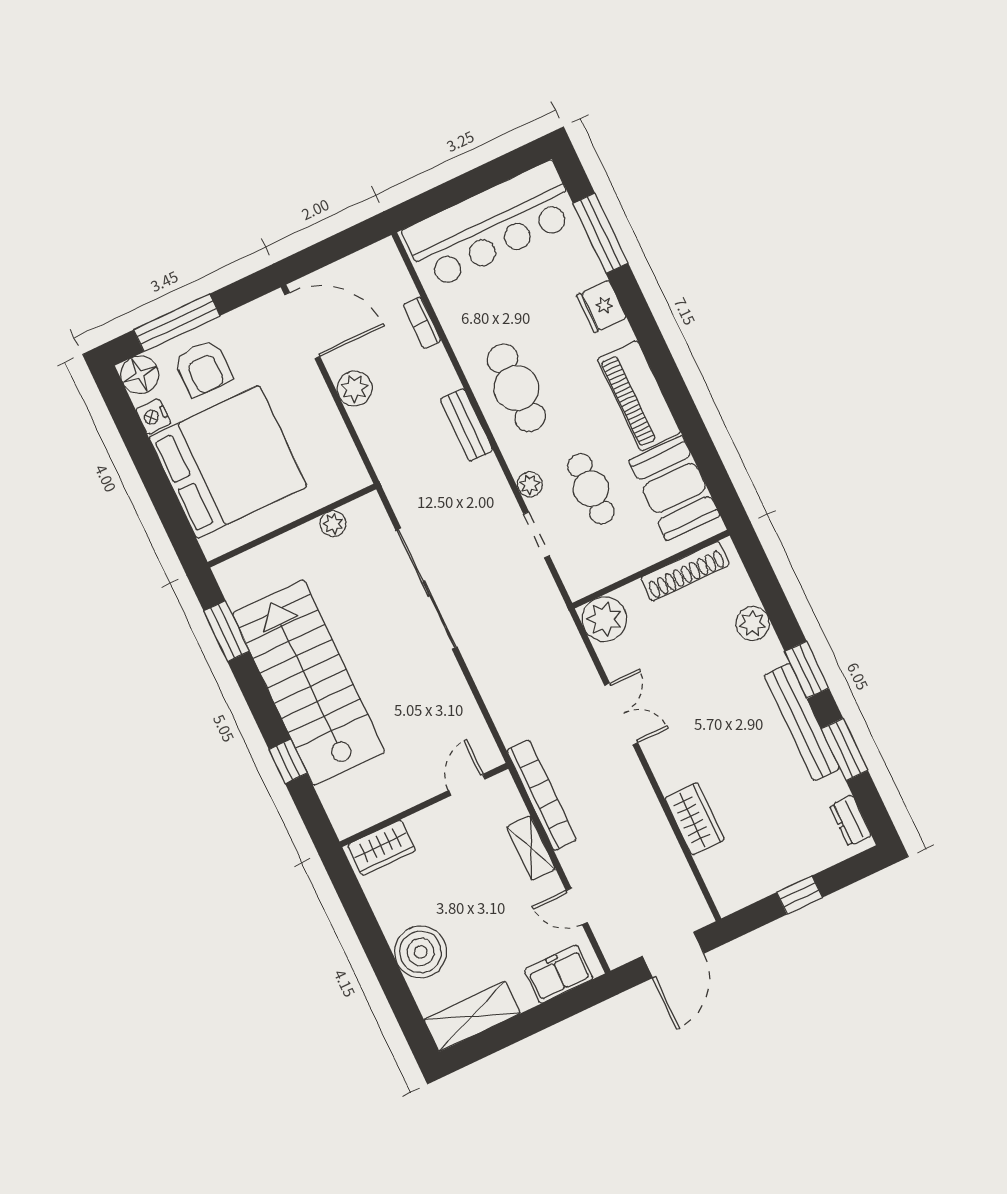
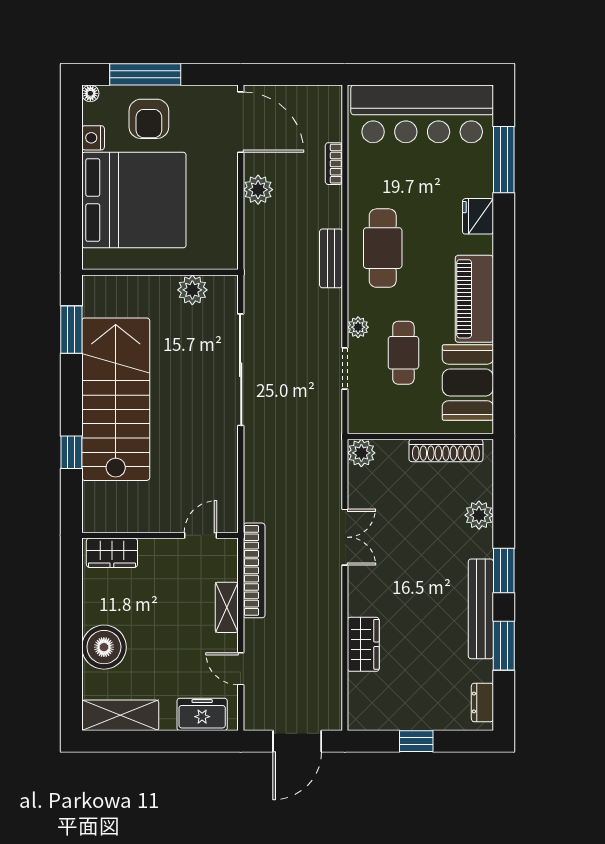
floor lamp: (140, 375) -> (90, 93), width x0.53, depth x0.53
plant: (333, 524) -> (192, 290), width x1.38, depth x1.38
plant: (604, 619) -> (361, 453), width x0.73, depth x0.73

